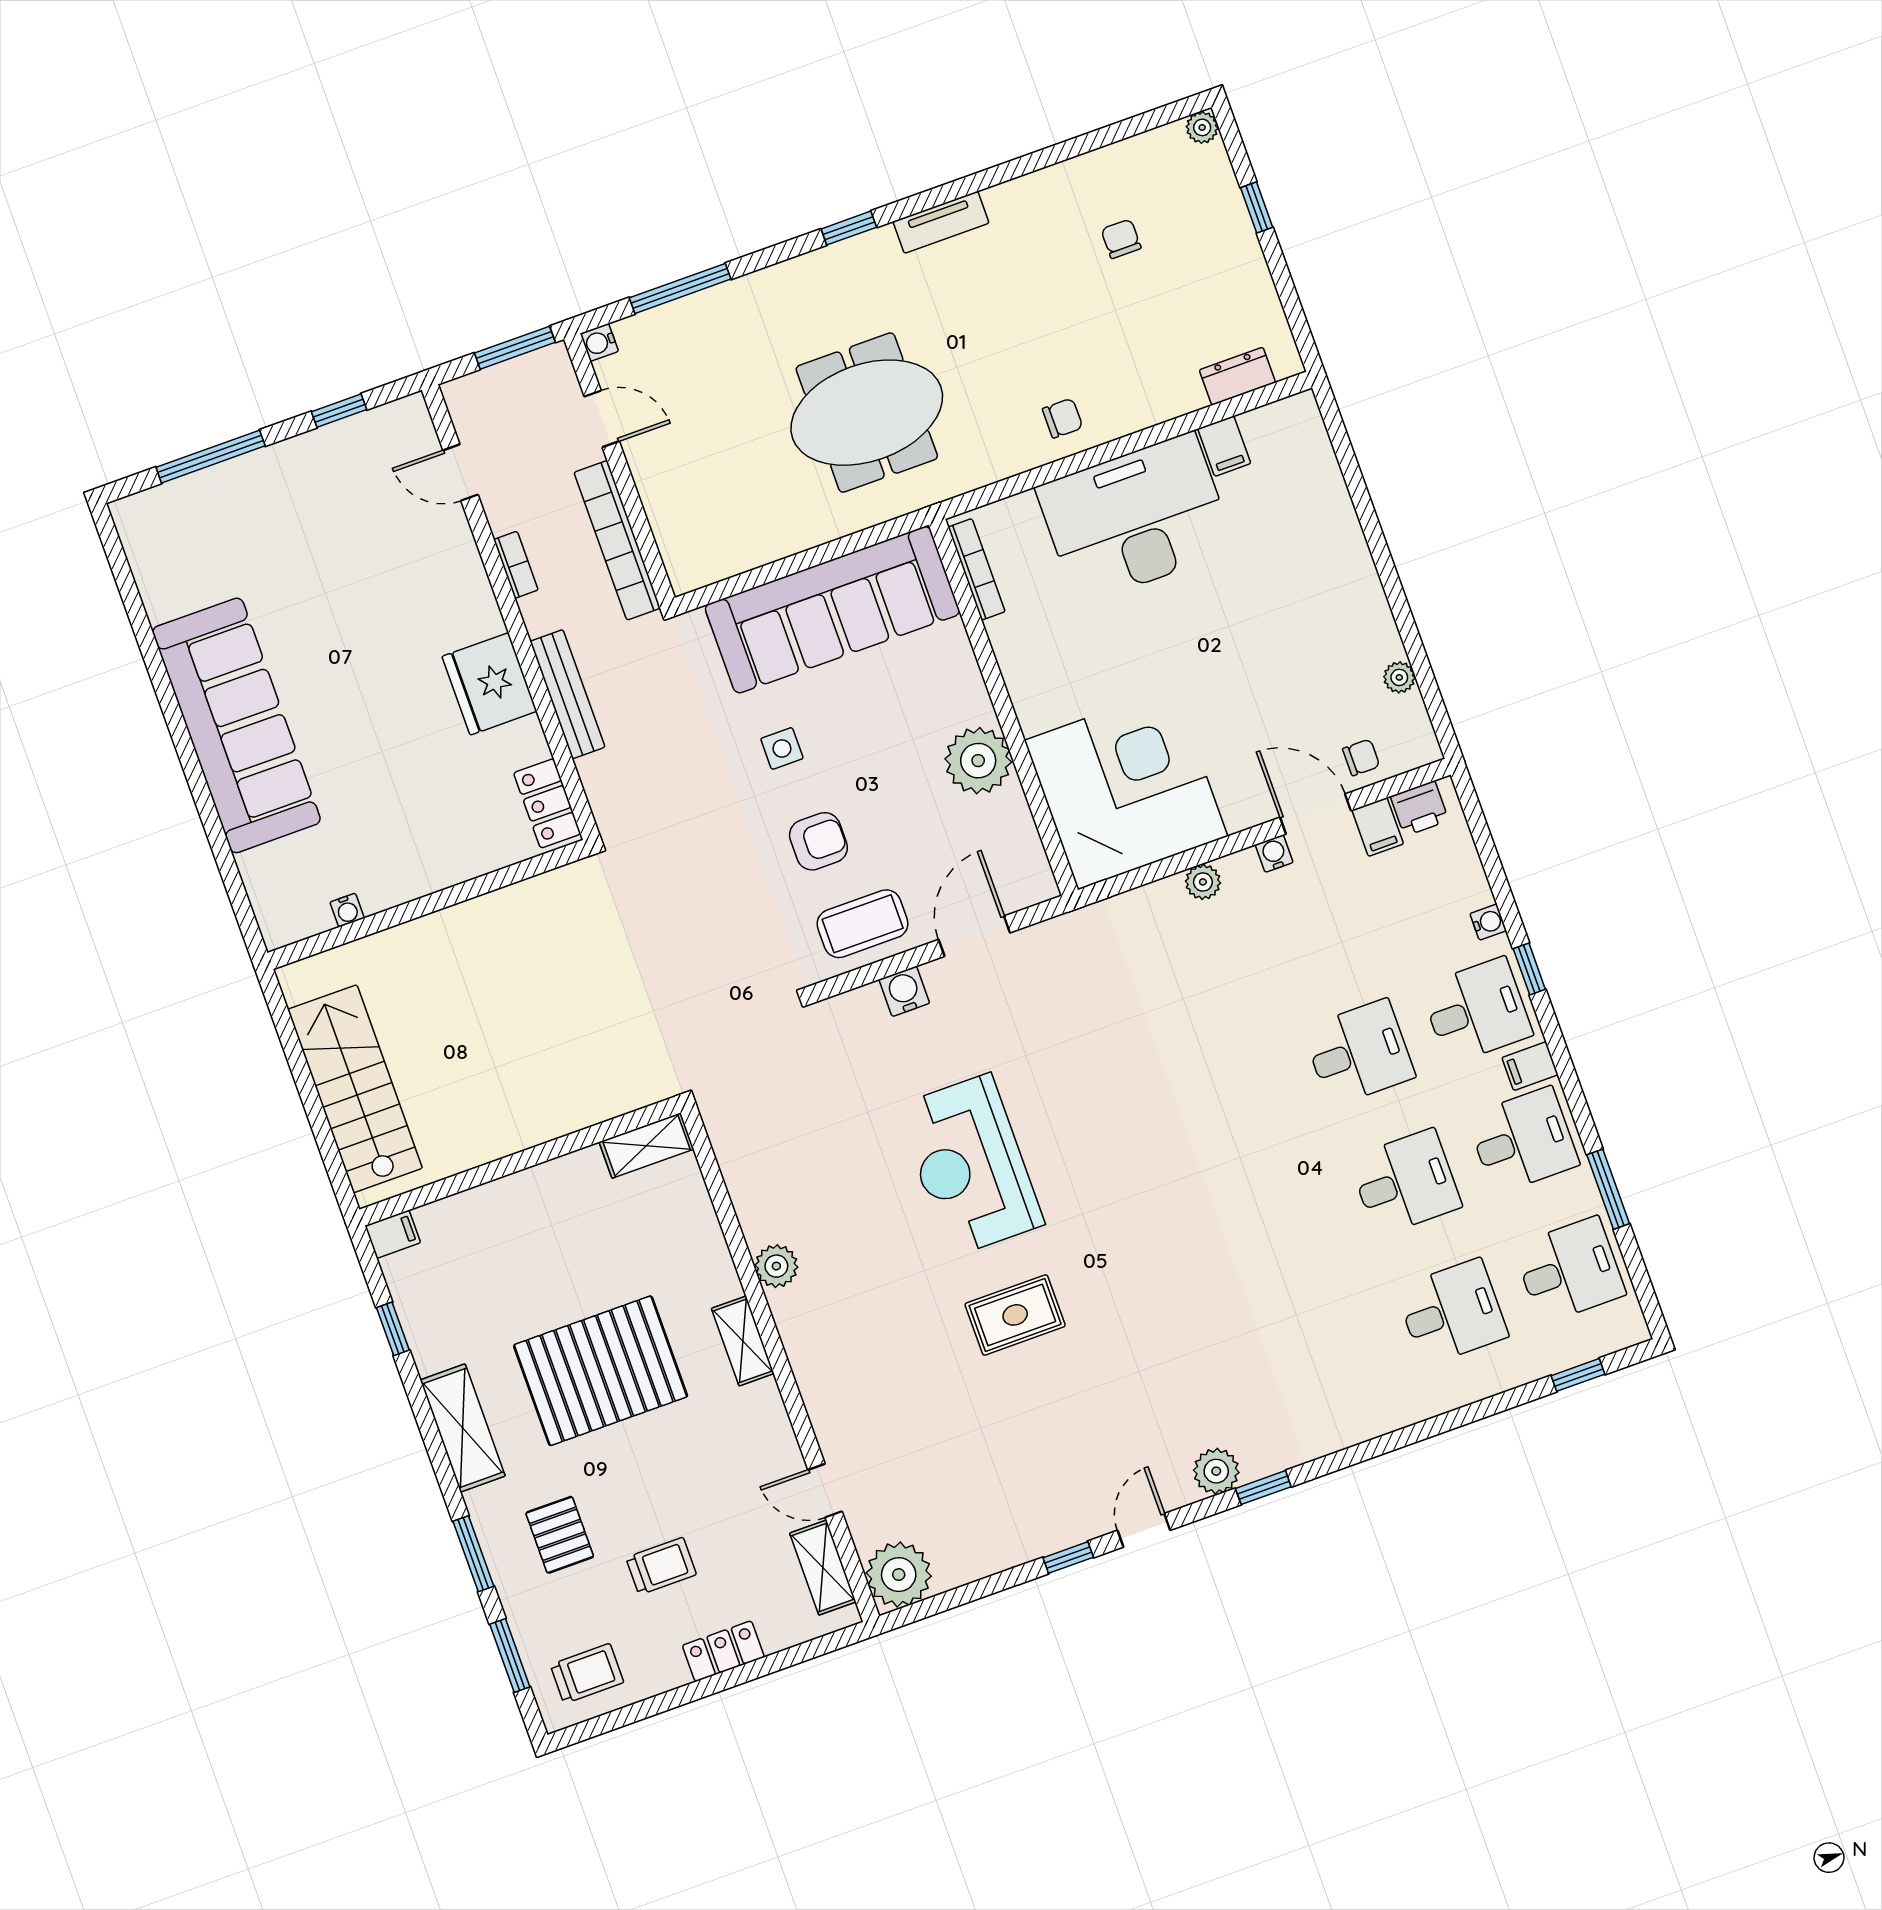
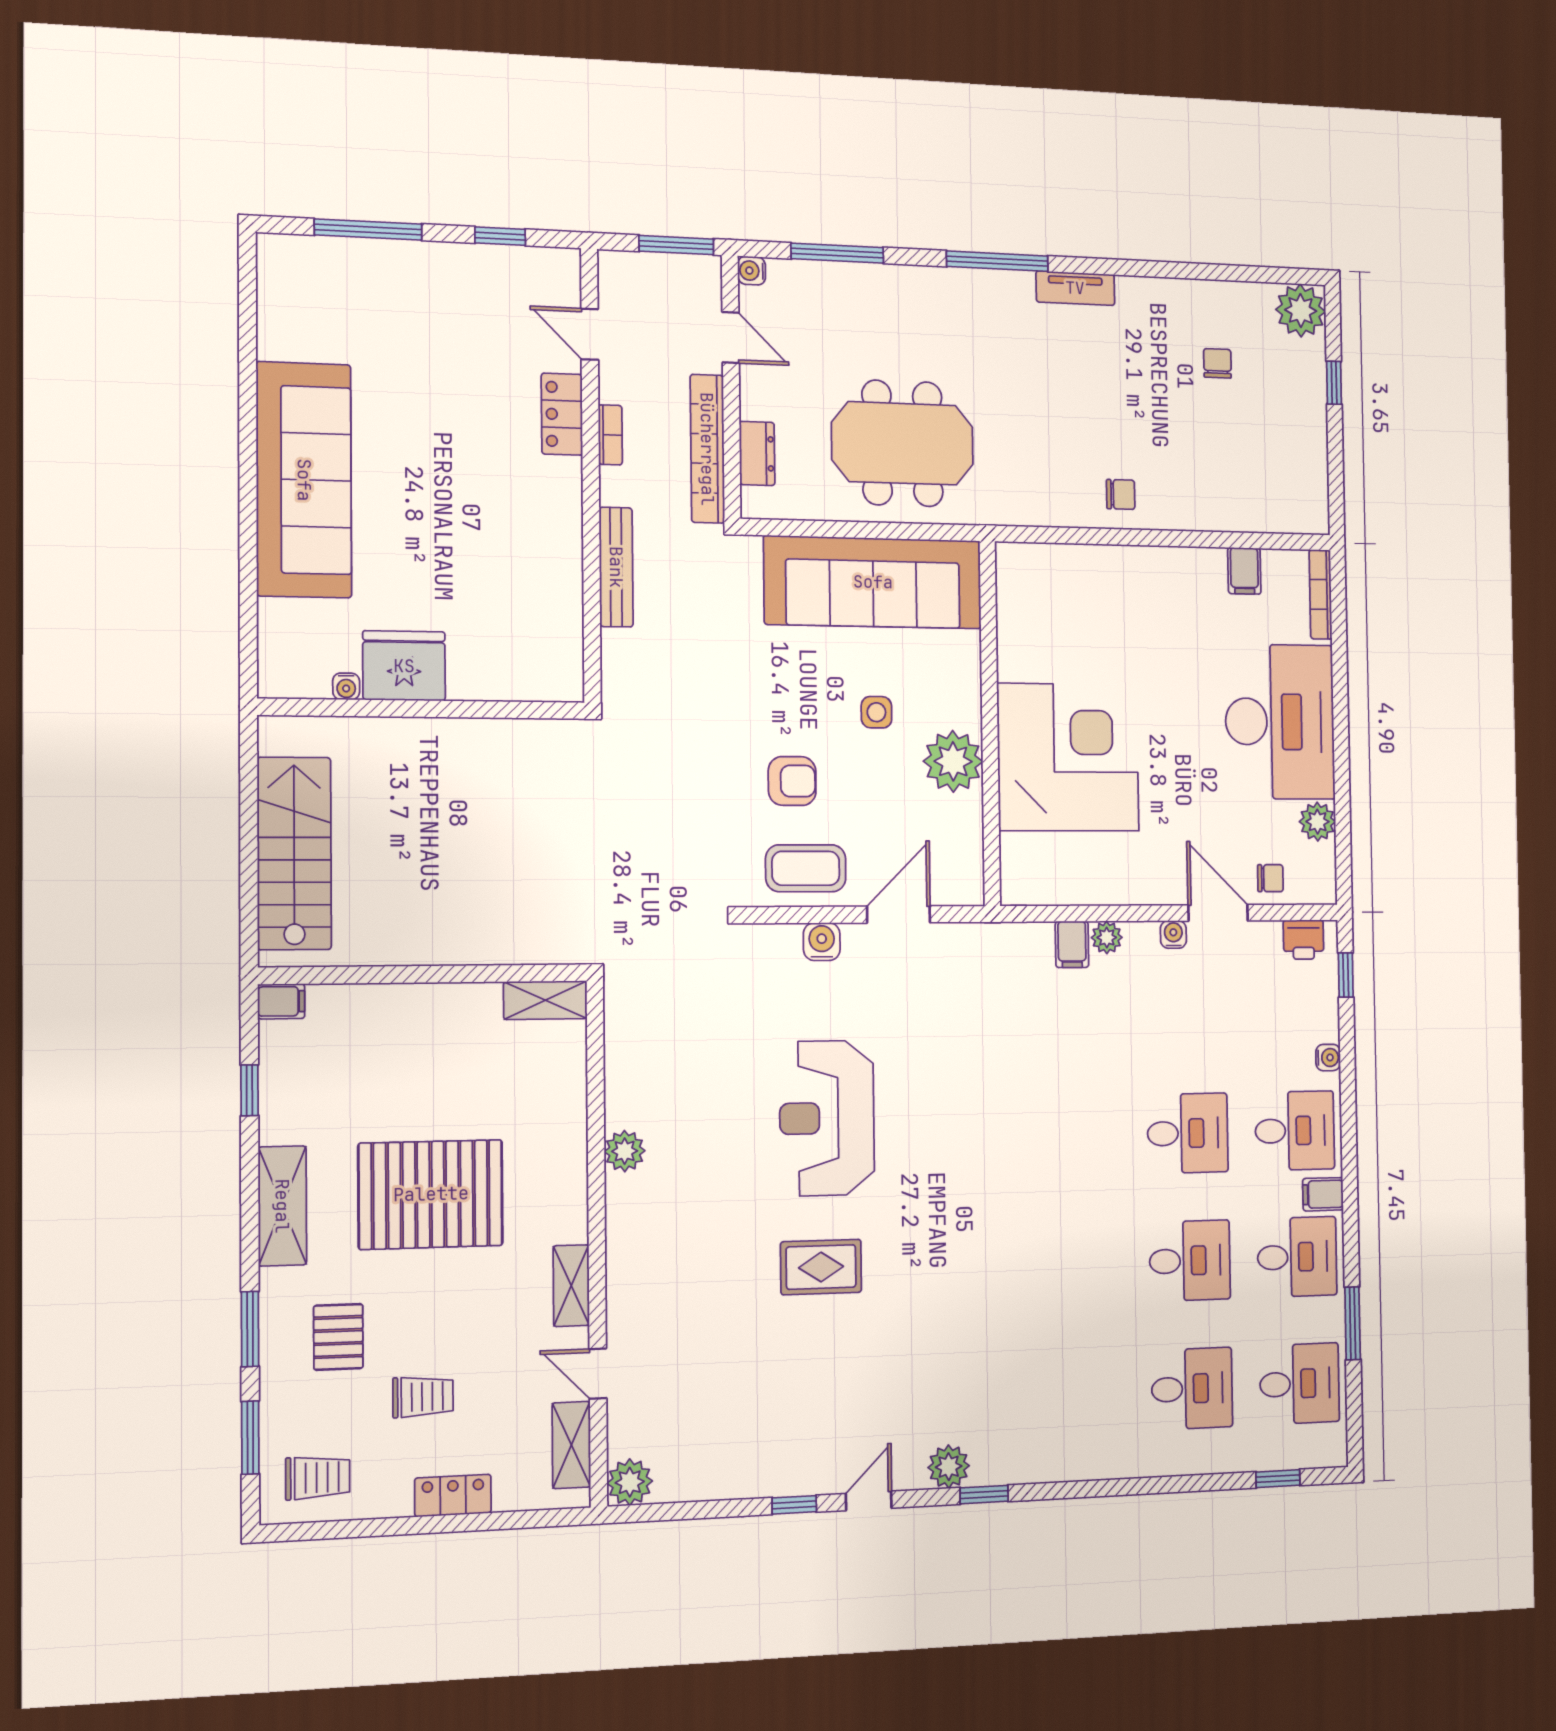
plant: (1202, 127) -> (1301, 310), width x1.88, depth x1.88
window: (849, 228) -> (997, 261), width x2.17
dresser: (1237, 376) -> (757, 453), moved, turned 90
meeting table: (867, 413) -> (902, 443), moved
desk: (1136, 518) -> (1280, 722), moved, turned 90
bookcase: (976, 569) -> (1321, 594), moved, turned 180
plant: (1399, 677) -> (1317, 822), width x1.38, depth x1.38
fridge: (489, 684) -> (404, 666), moved, turned 90
side table: (782, 748) -> (876, 712), moved
corner desk: (1126, 788) -> (1068, 757), moved
locker: (547, 803) -> (562, 414), moved
filing cabinet: (1378, 827) -> (1072, 944), moved
window: (1529, 969) -> (1346, 975), moved
shelving: (743, 1341) -> (571, 1286), moved
plant: (899, 1575) -> (630, 1482), width x0.73, depth x0.73

